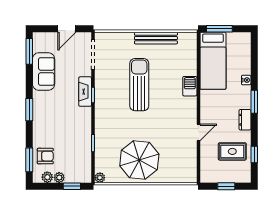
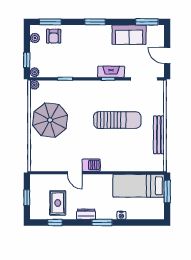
barbecue: (190, 86) -> (91, 165), moved
plant: (59, 178) -> (35, 72), moved

